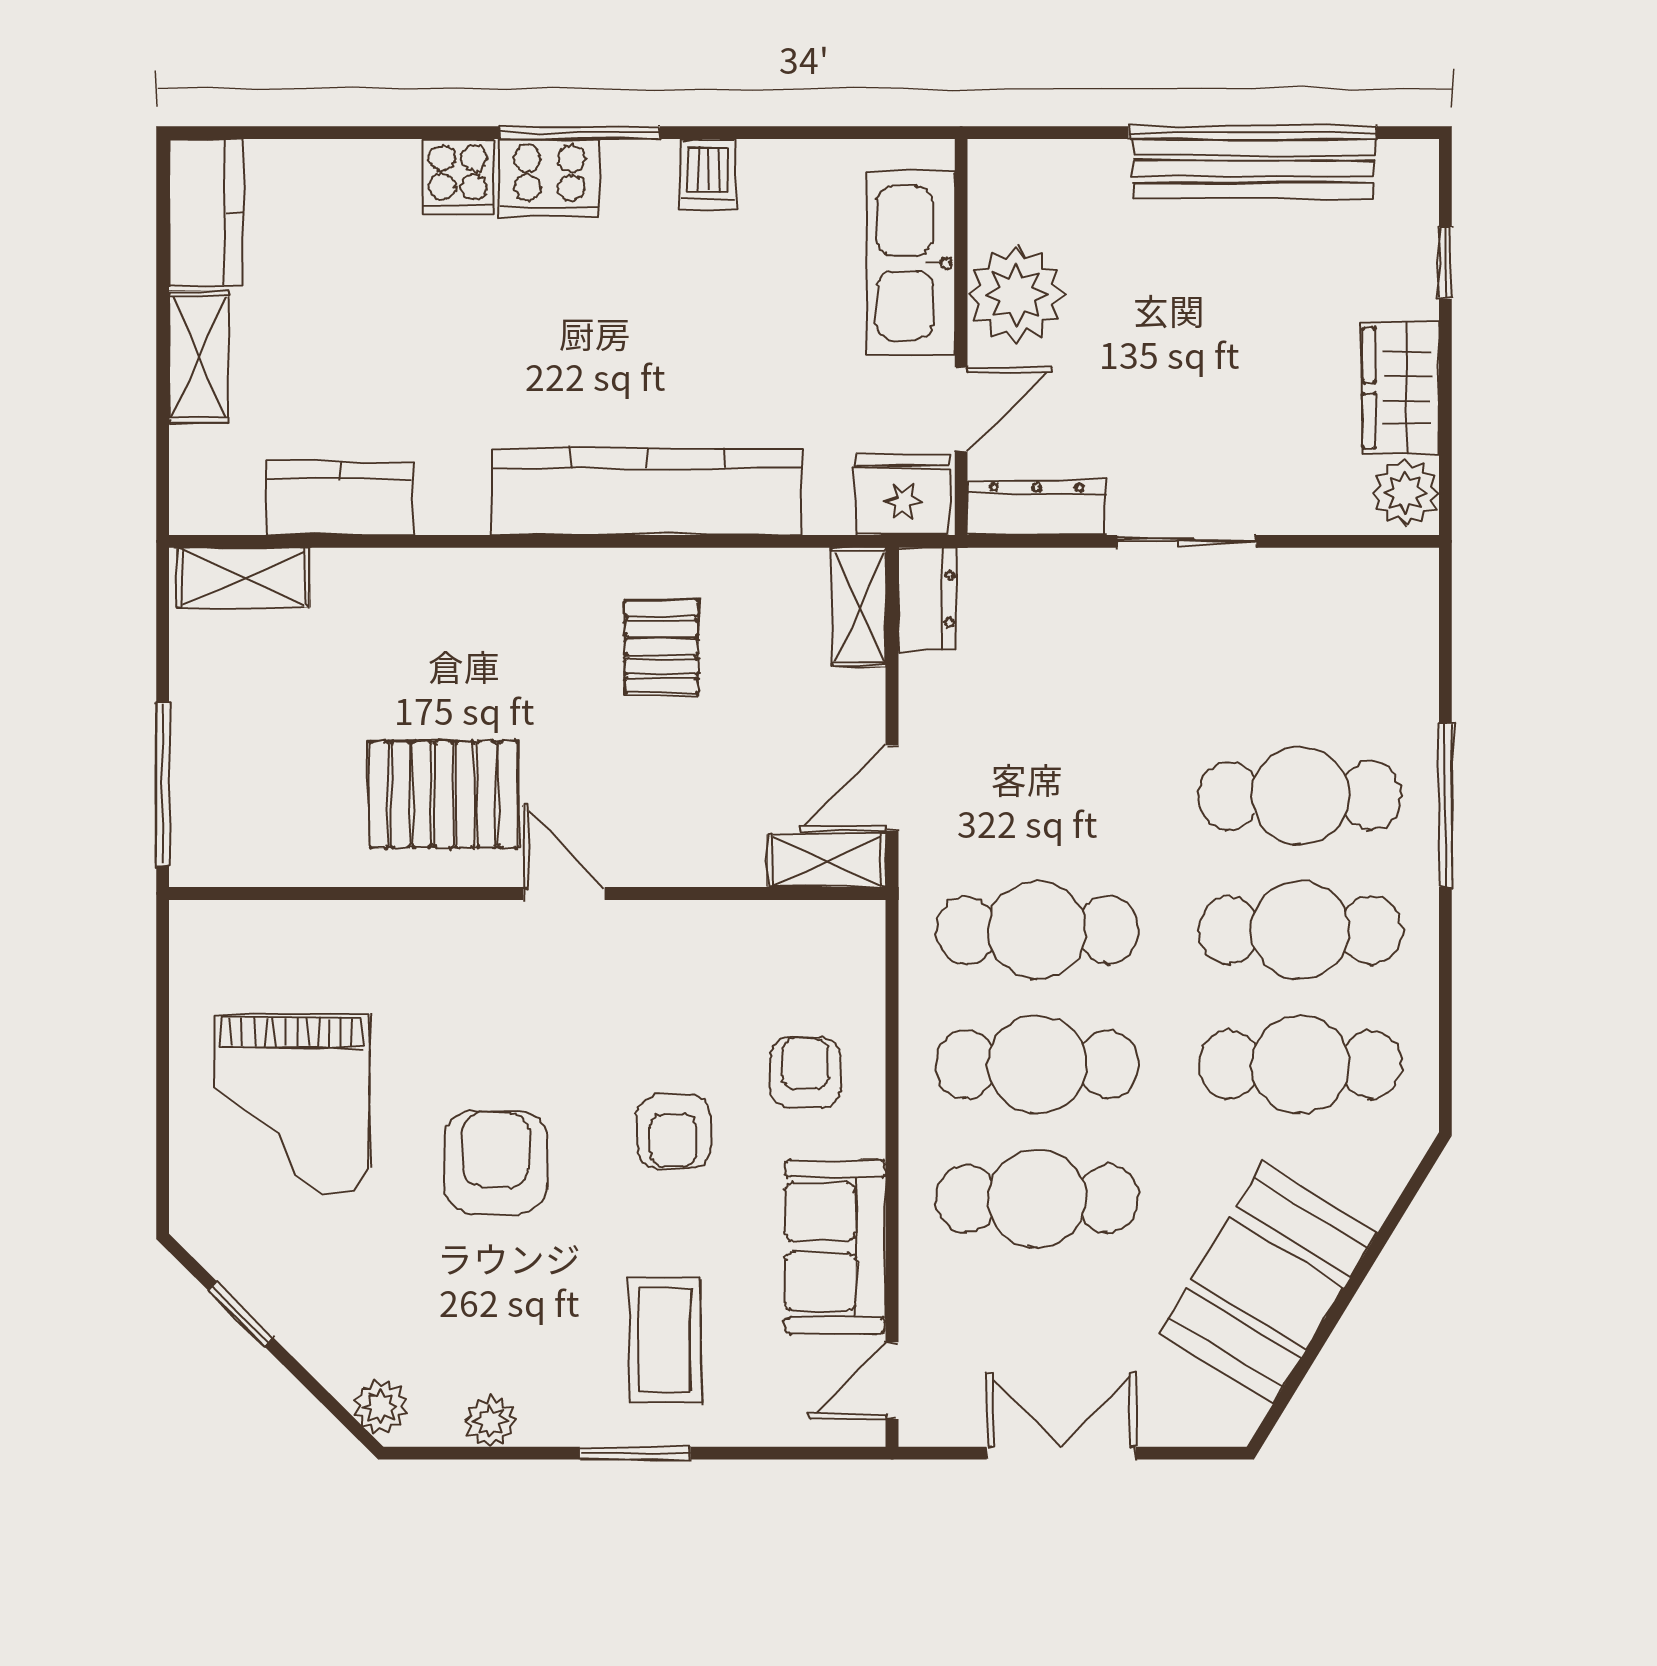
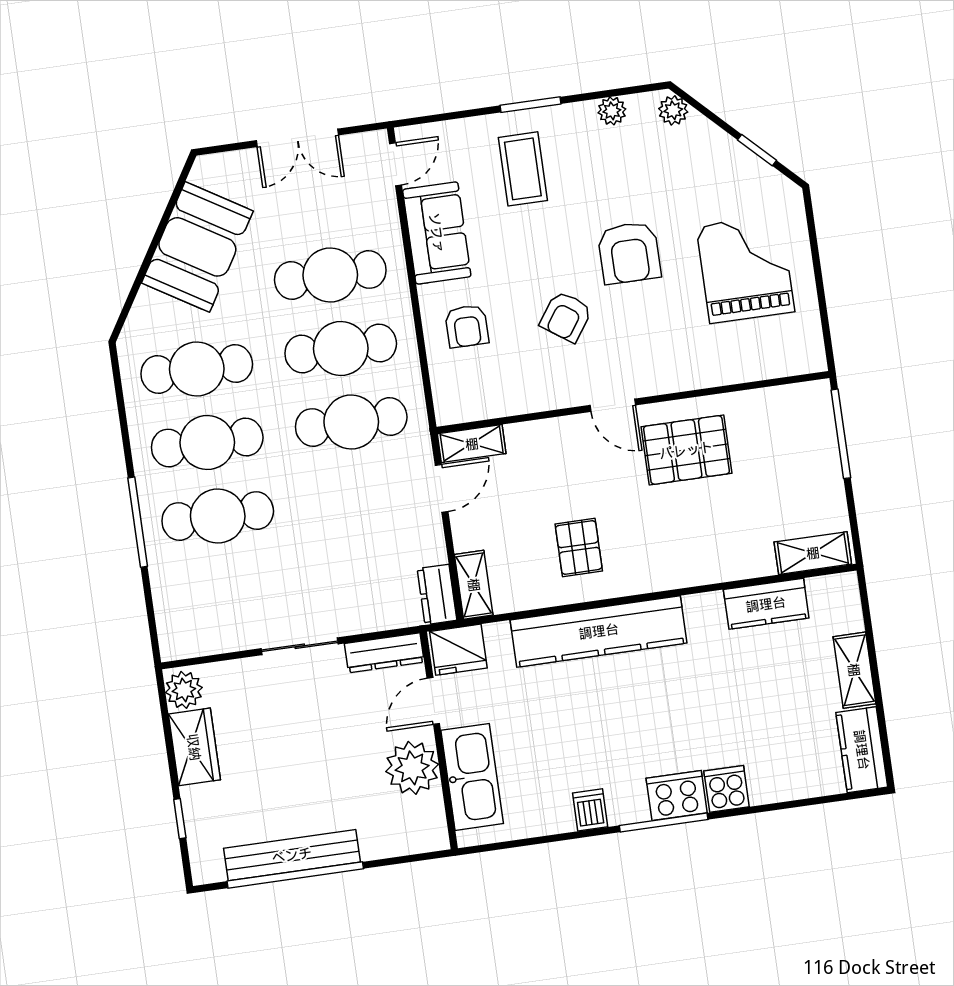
armchair: (674, 1131) -> (566, 317), moved, turned -145

